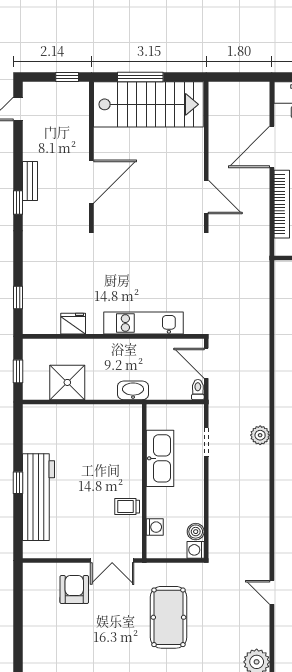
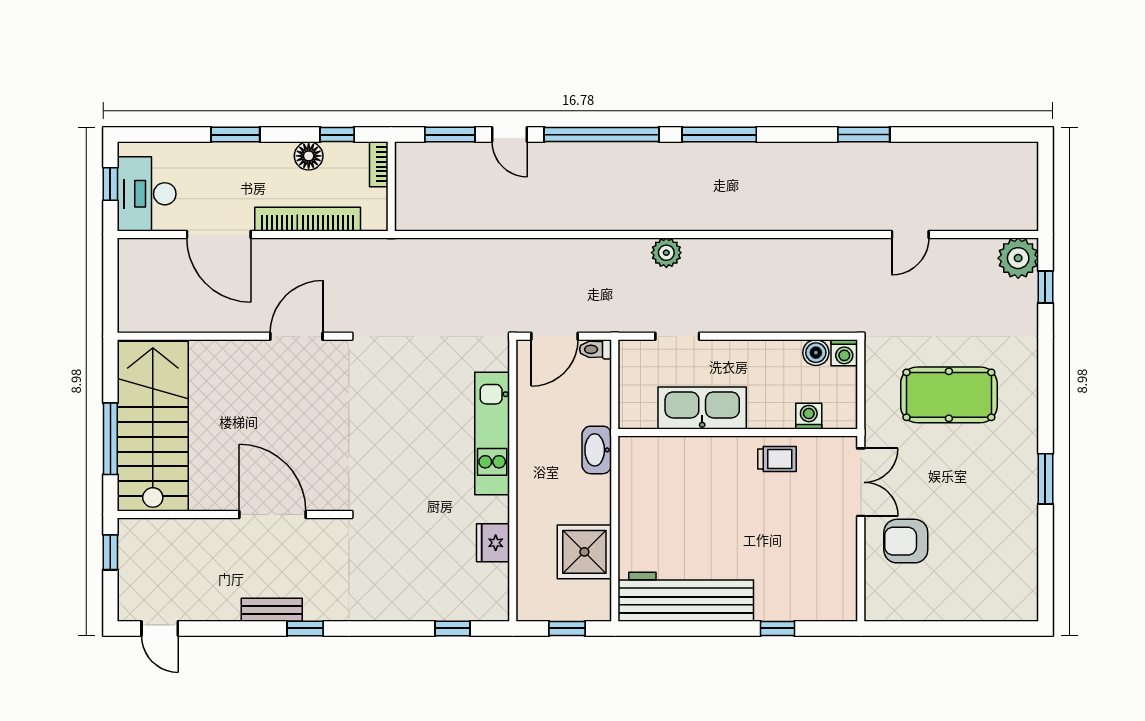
window: (18, 483) -> (778, 628), moved
workbench: (38, 497) -> (686, 597), moved
trolley: (127, 507) -> (777, 459), turned -90

